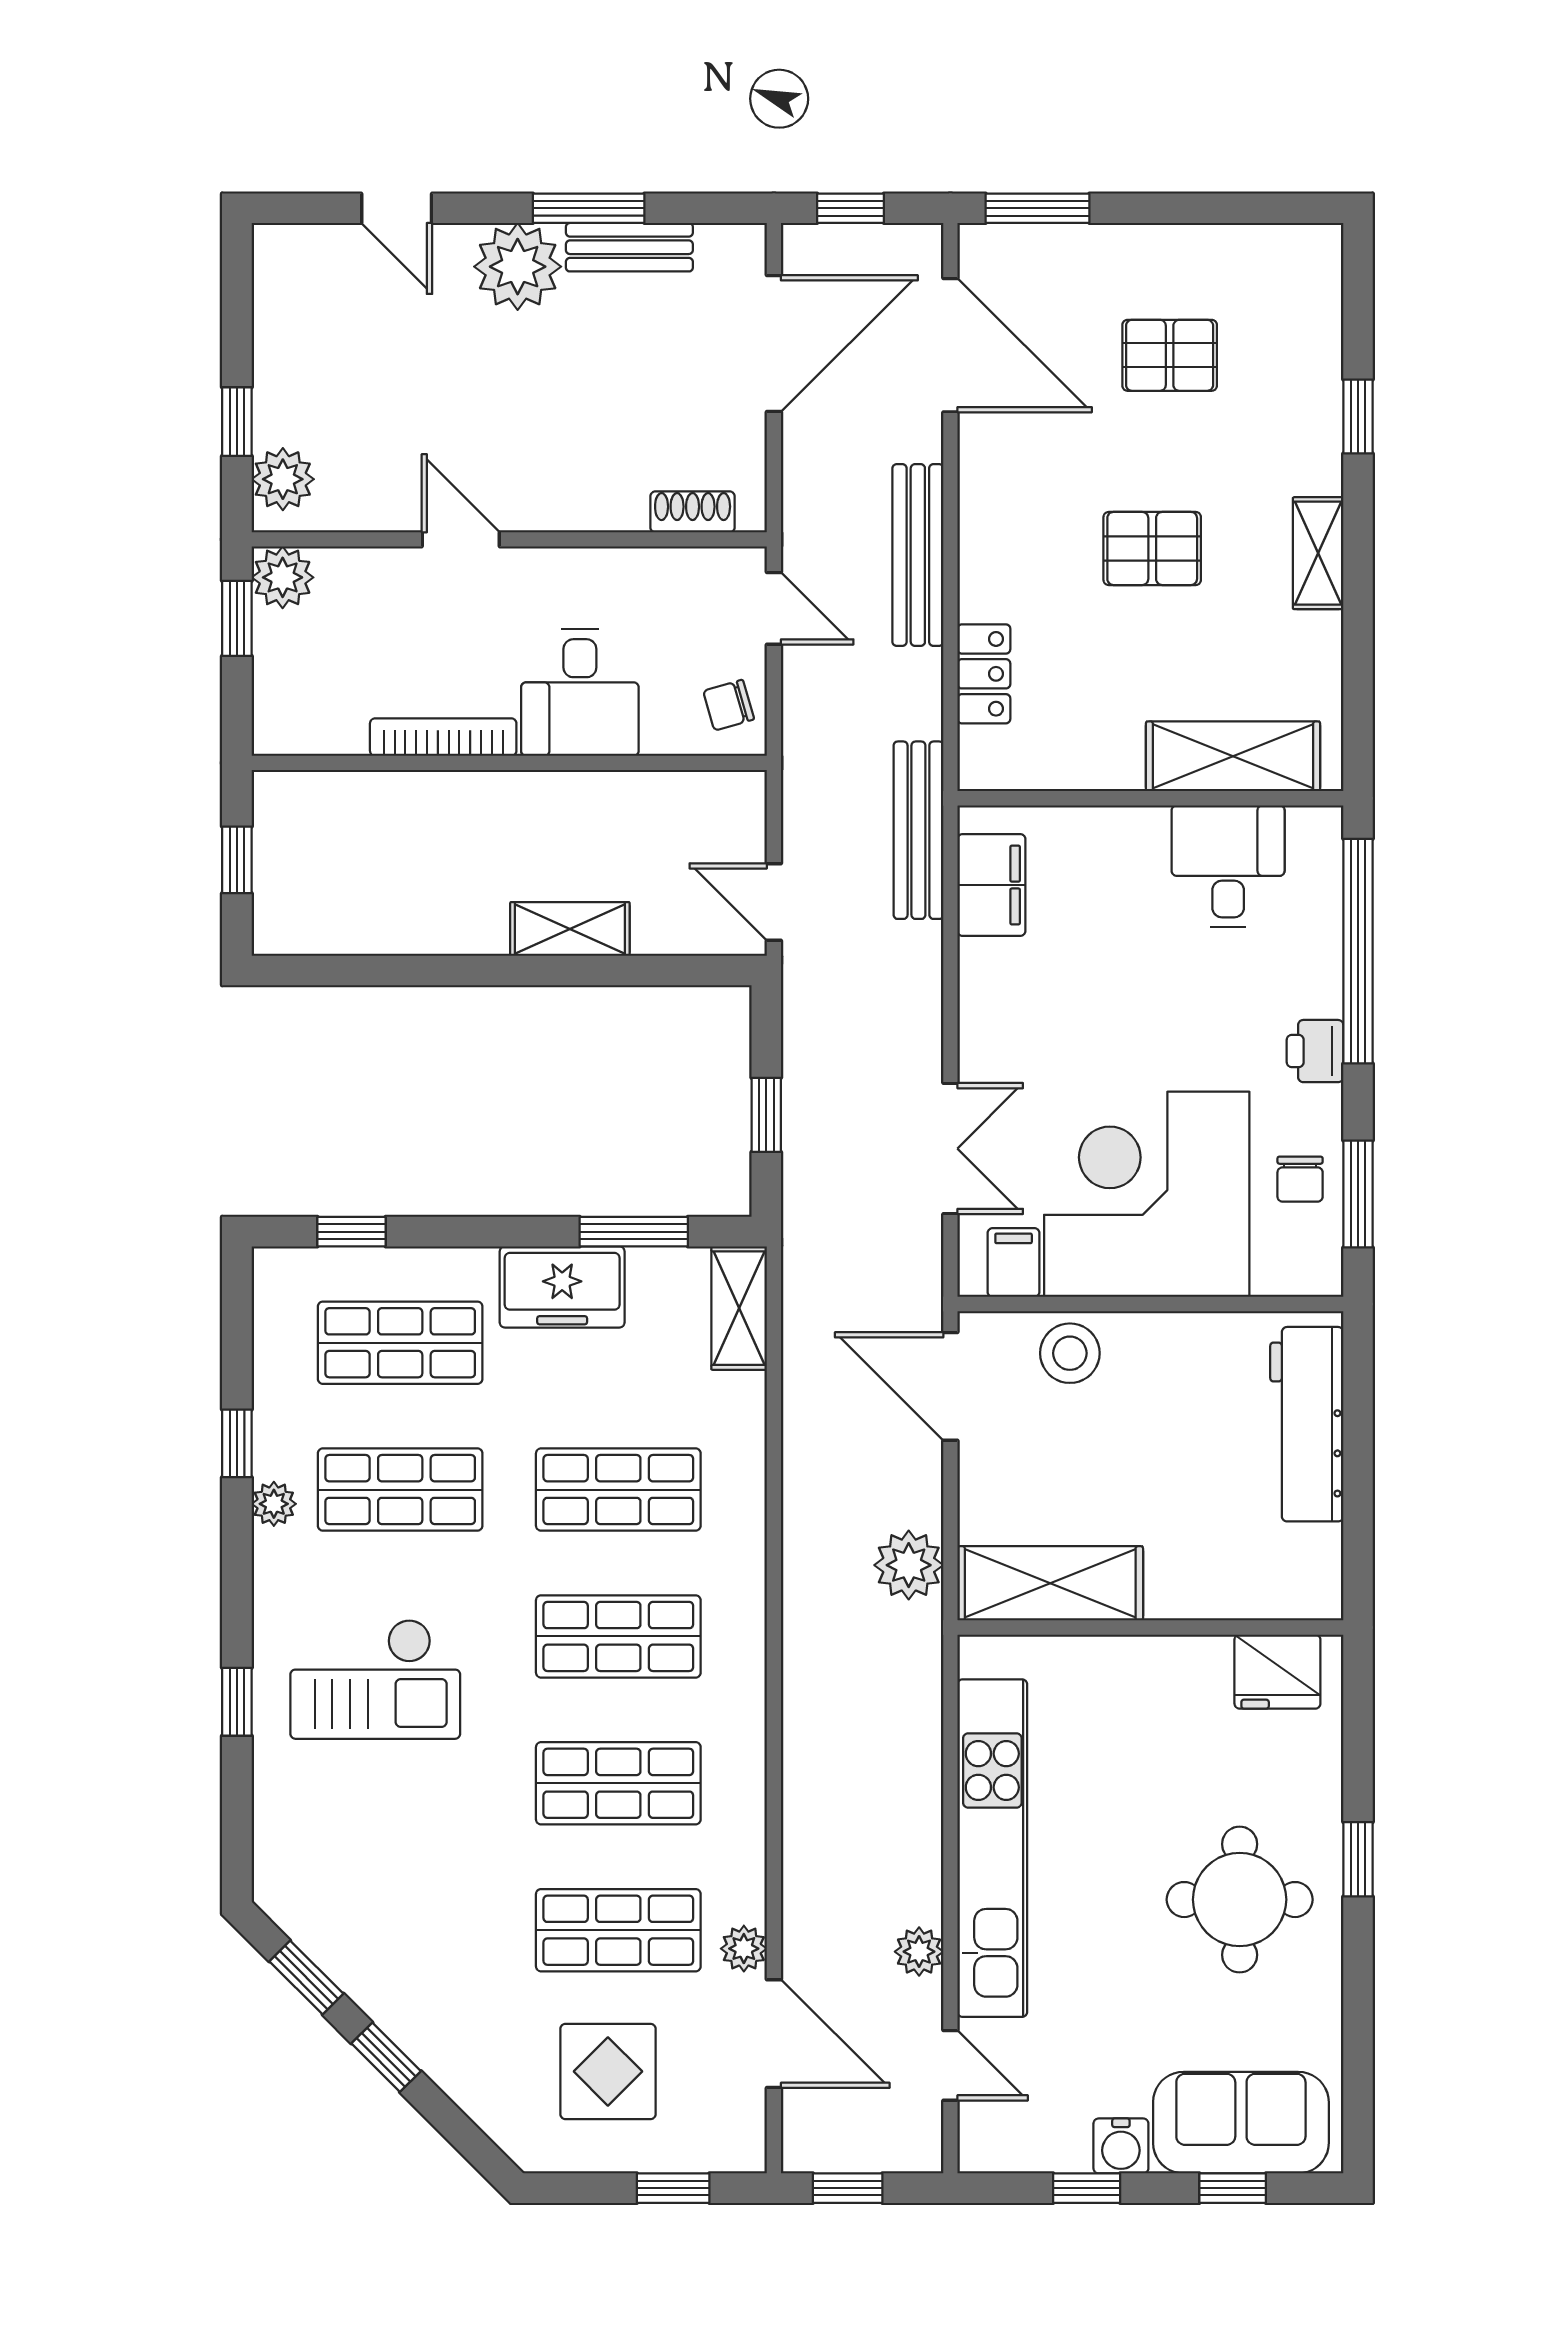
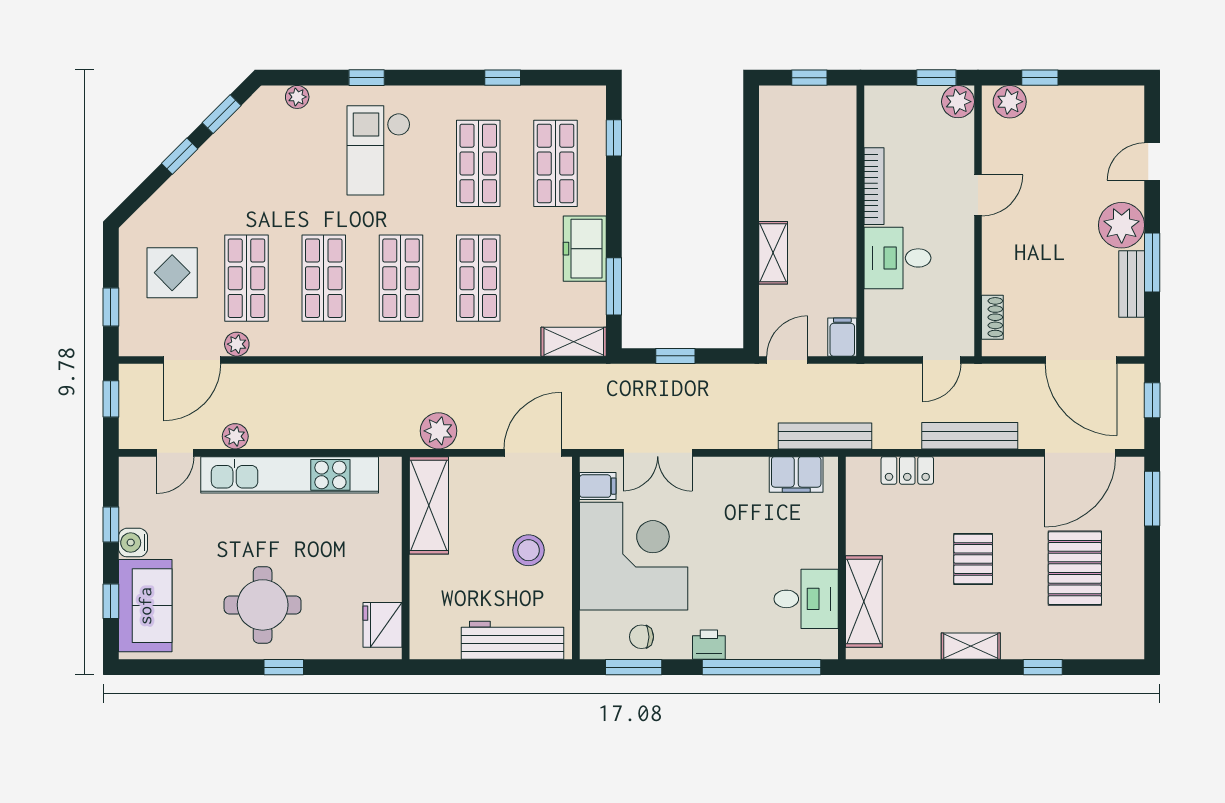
pallet: (1170, 355) -> (1075, 568), width x1.50, depth x1.42
chair: (729, 705) -> (891, 336), removed
filing cabinet: (730, 797) -> (842, 337), added
stool: (1070, 1353) -> (529, 550), moved
plant: (274, 1504) -> (297, 97), moved

